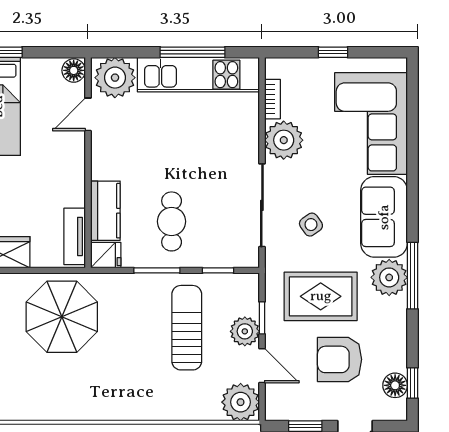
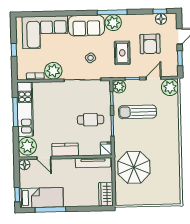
kitchen counter: (105, 211) -> (65, 150), moved
tv unit: (75, 236) -> (93, 163), width x1.41
rug: (321, 296) -> (122, 53), width x0.73, depth x0.70
plant: (245, 331) -> (119, 87), moved

